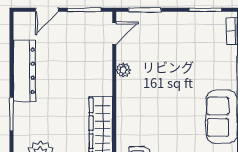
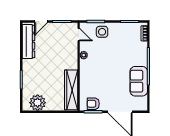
side table: (156, 28) -> (102, 32), added
door: (114, 33) -> (79, 35), hinge flipped
dresser: (24, 71) -> (28, 42), moved

